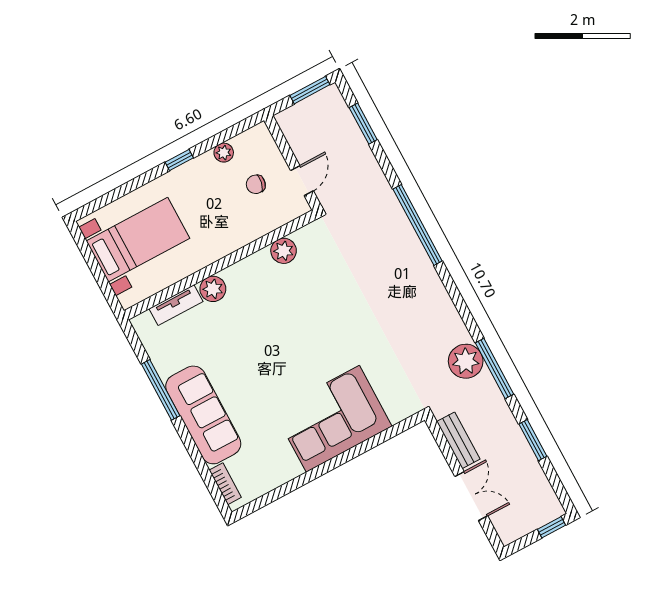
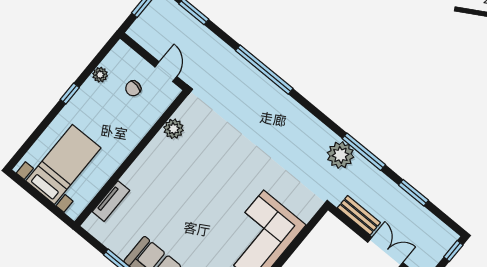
plant: (213, 289) -> (133, 178), removed

